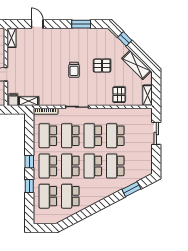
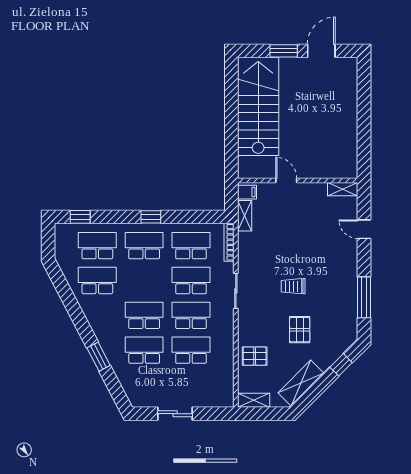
door: (37, 24) -> (364, 229), swing flipped
window: (81, 24) -> (364, 297), width x1.44
sliding door: (156, 133) -> (175, 414), moved
school desk: (70, 166) -> (144, 280), removed
window: (29, 186) -> (80, 217), moved
window: (131, 189) -> (99, 357), moved

